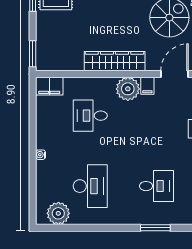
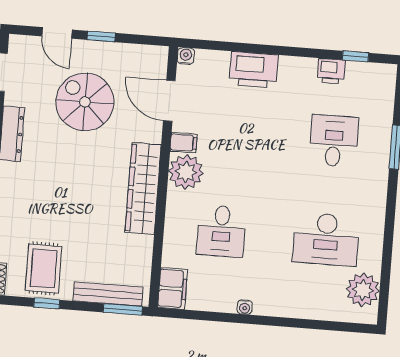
bench: (42, 43) -> (108, 294), added
water cooler: (41, 155) -> (245, 307), moved
desk: (90, 186) -> (326, 239), turned 180

